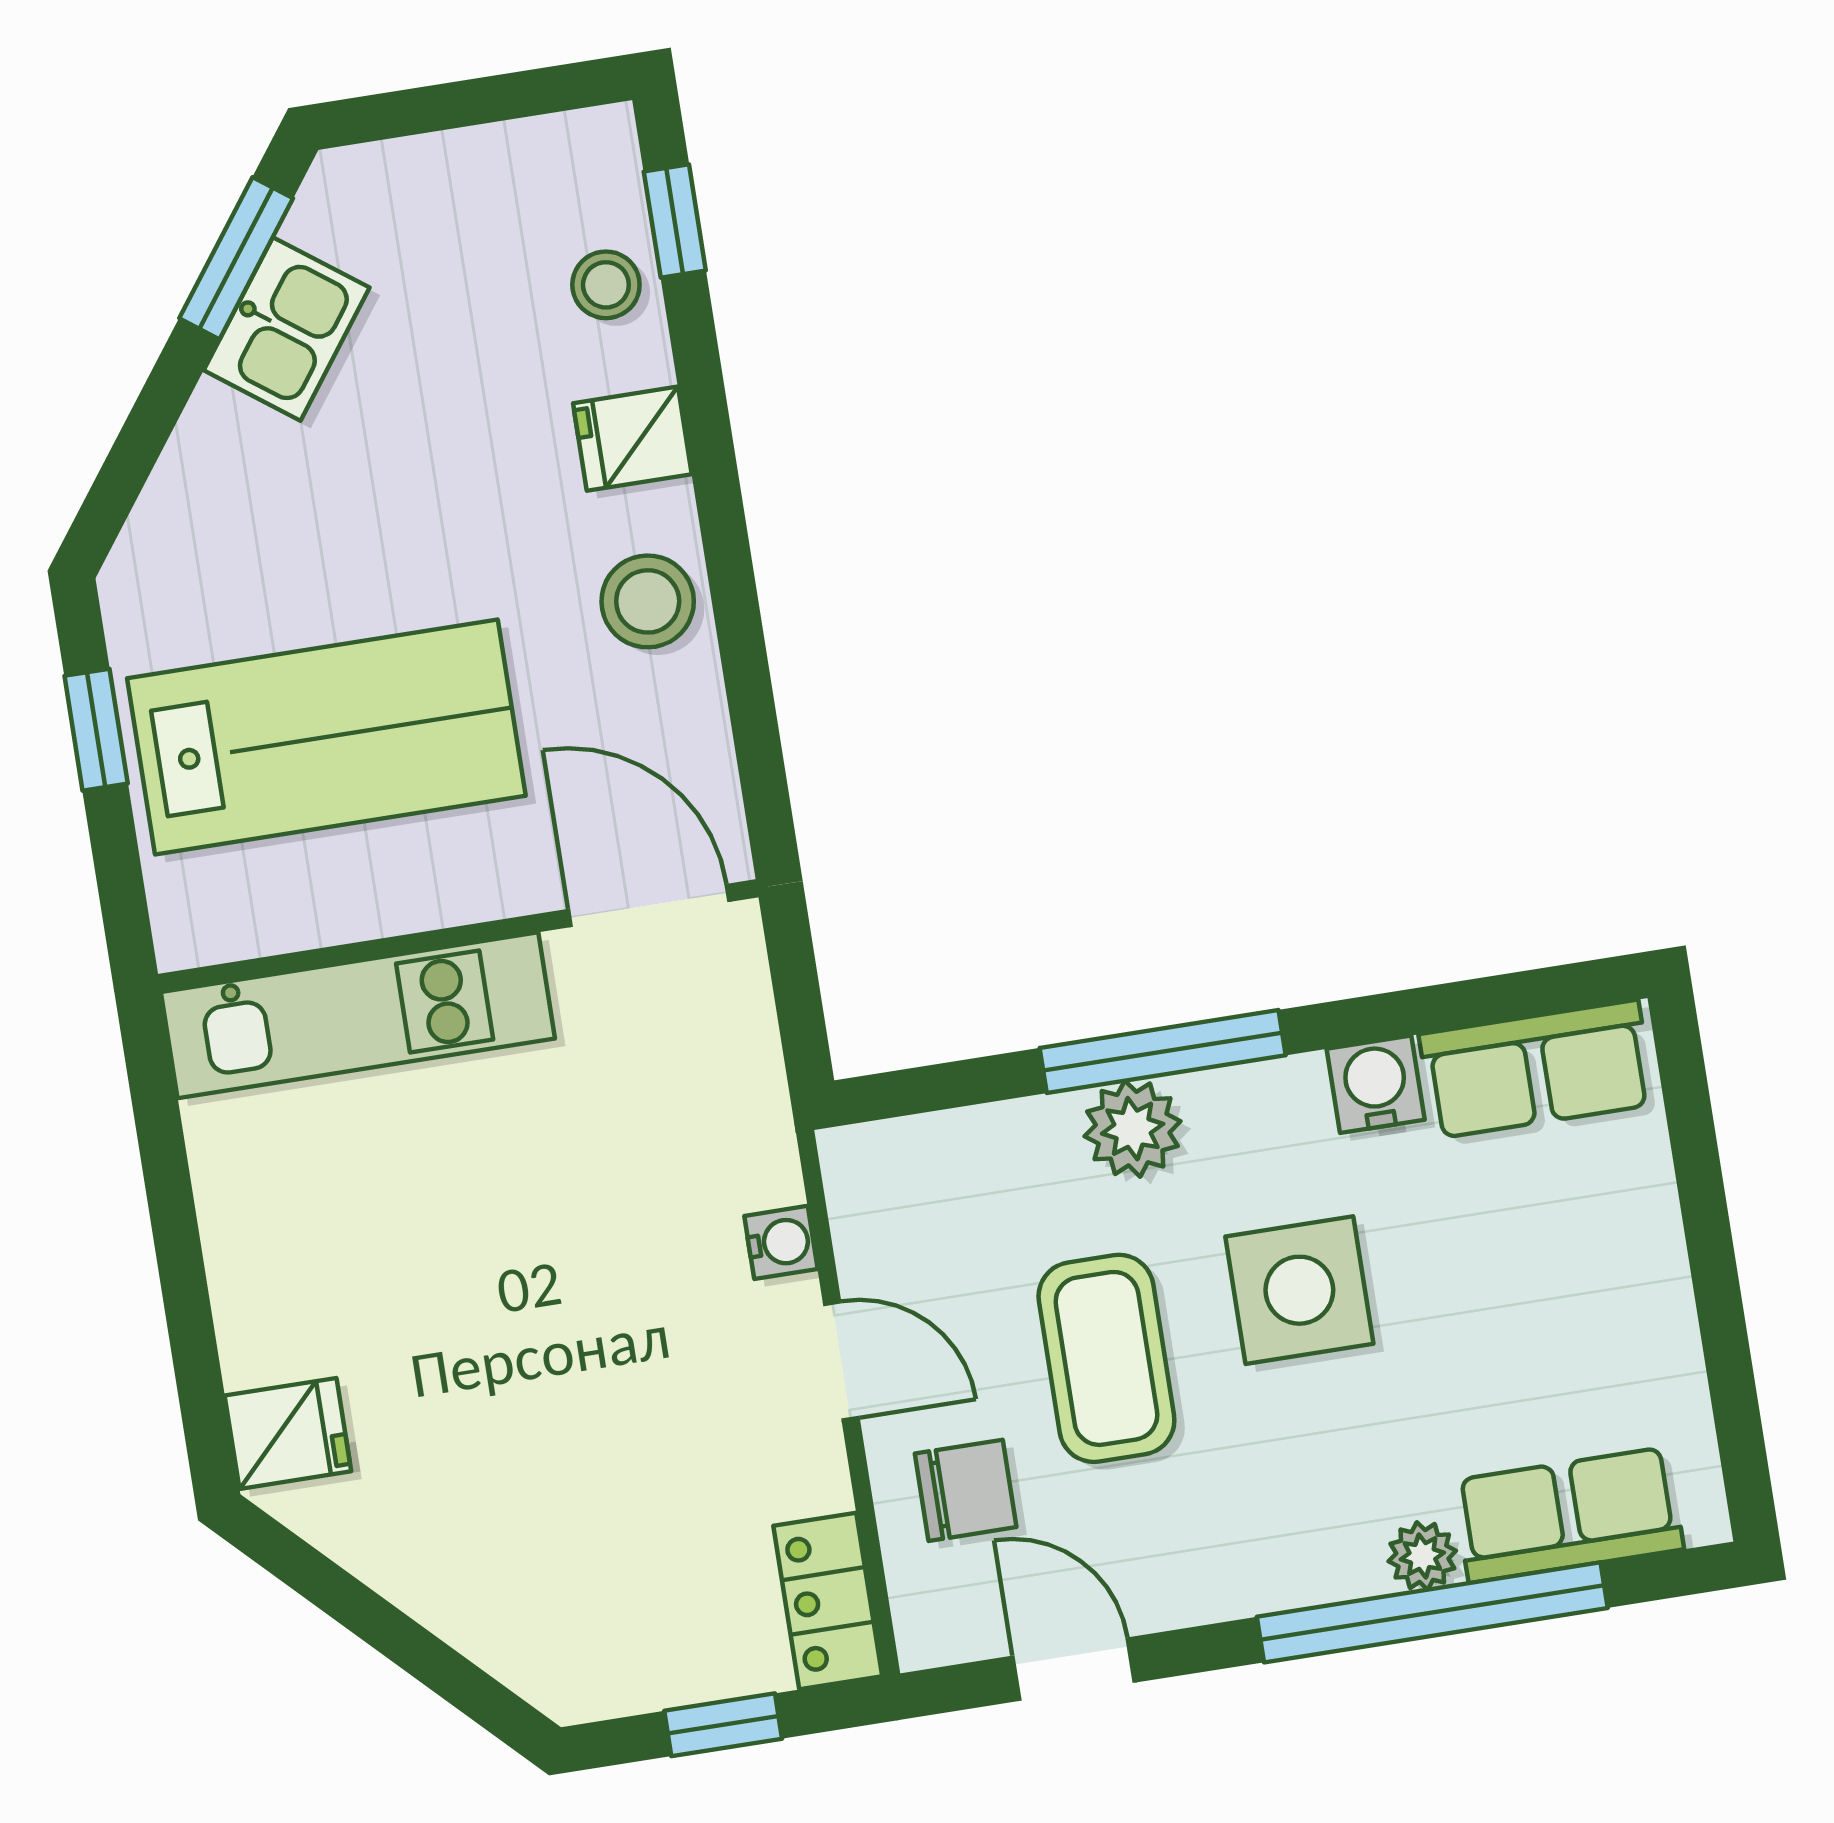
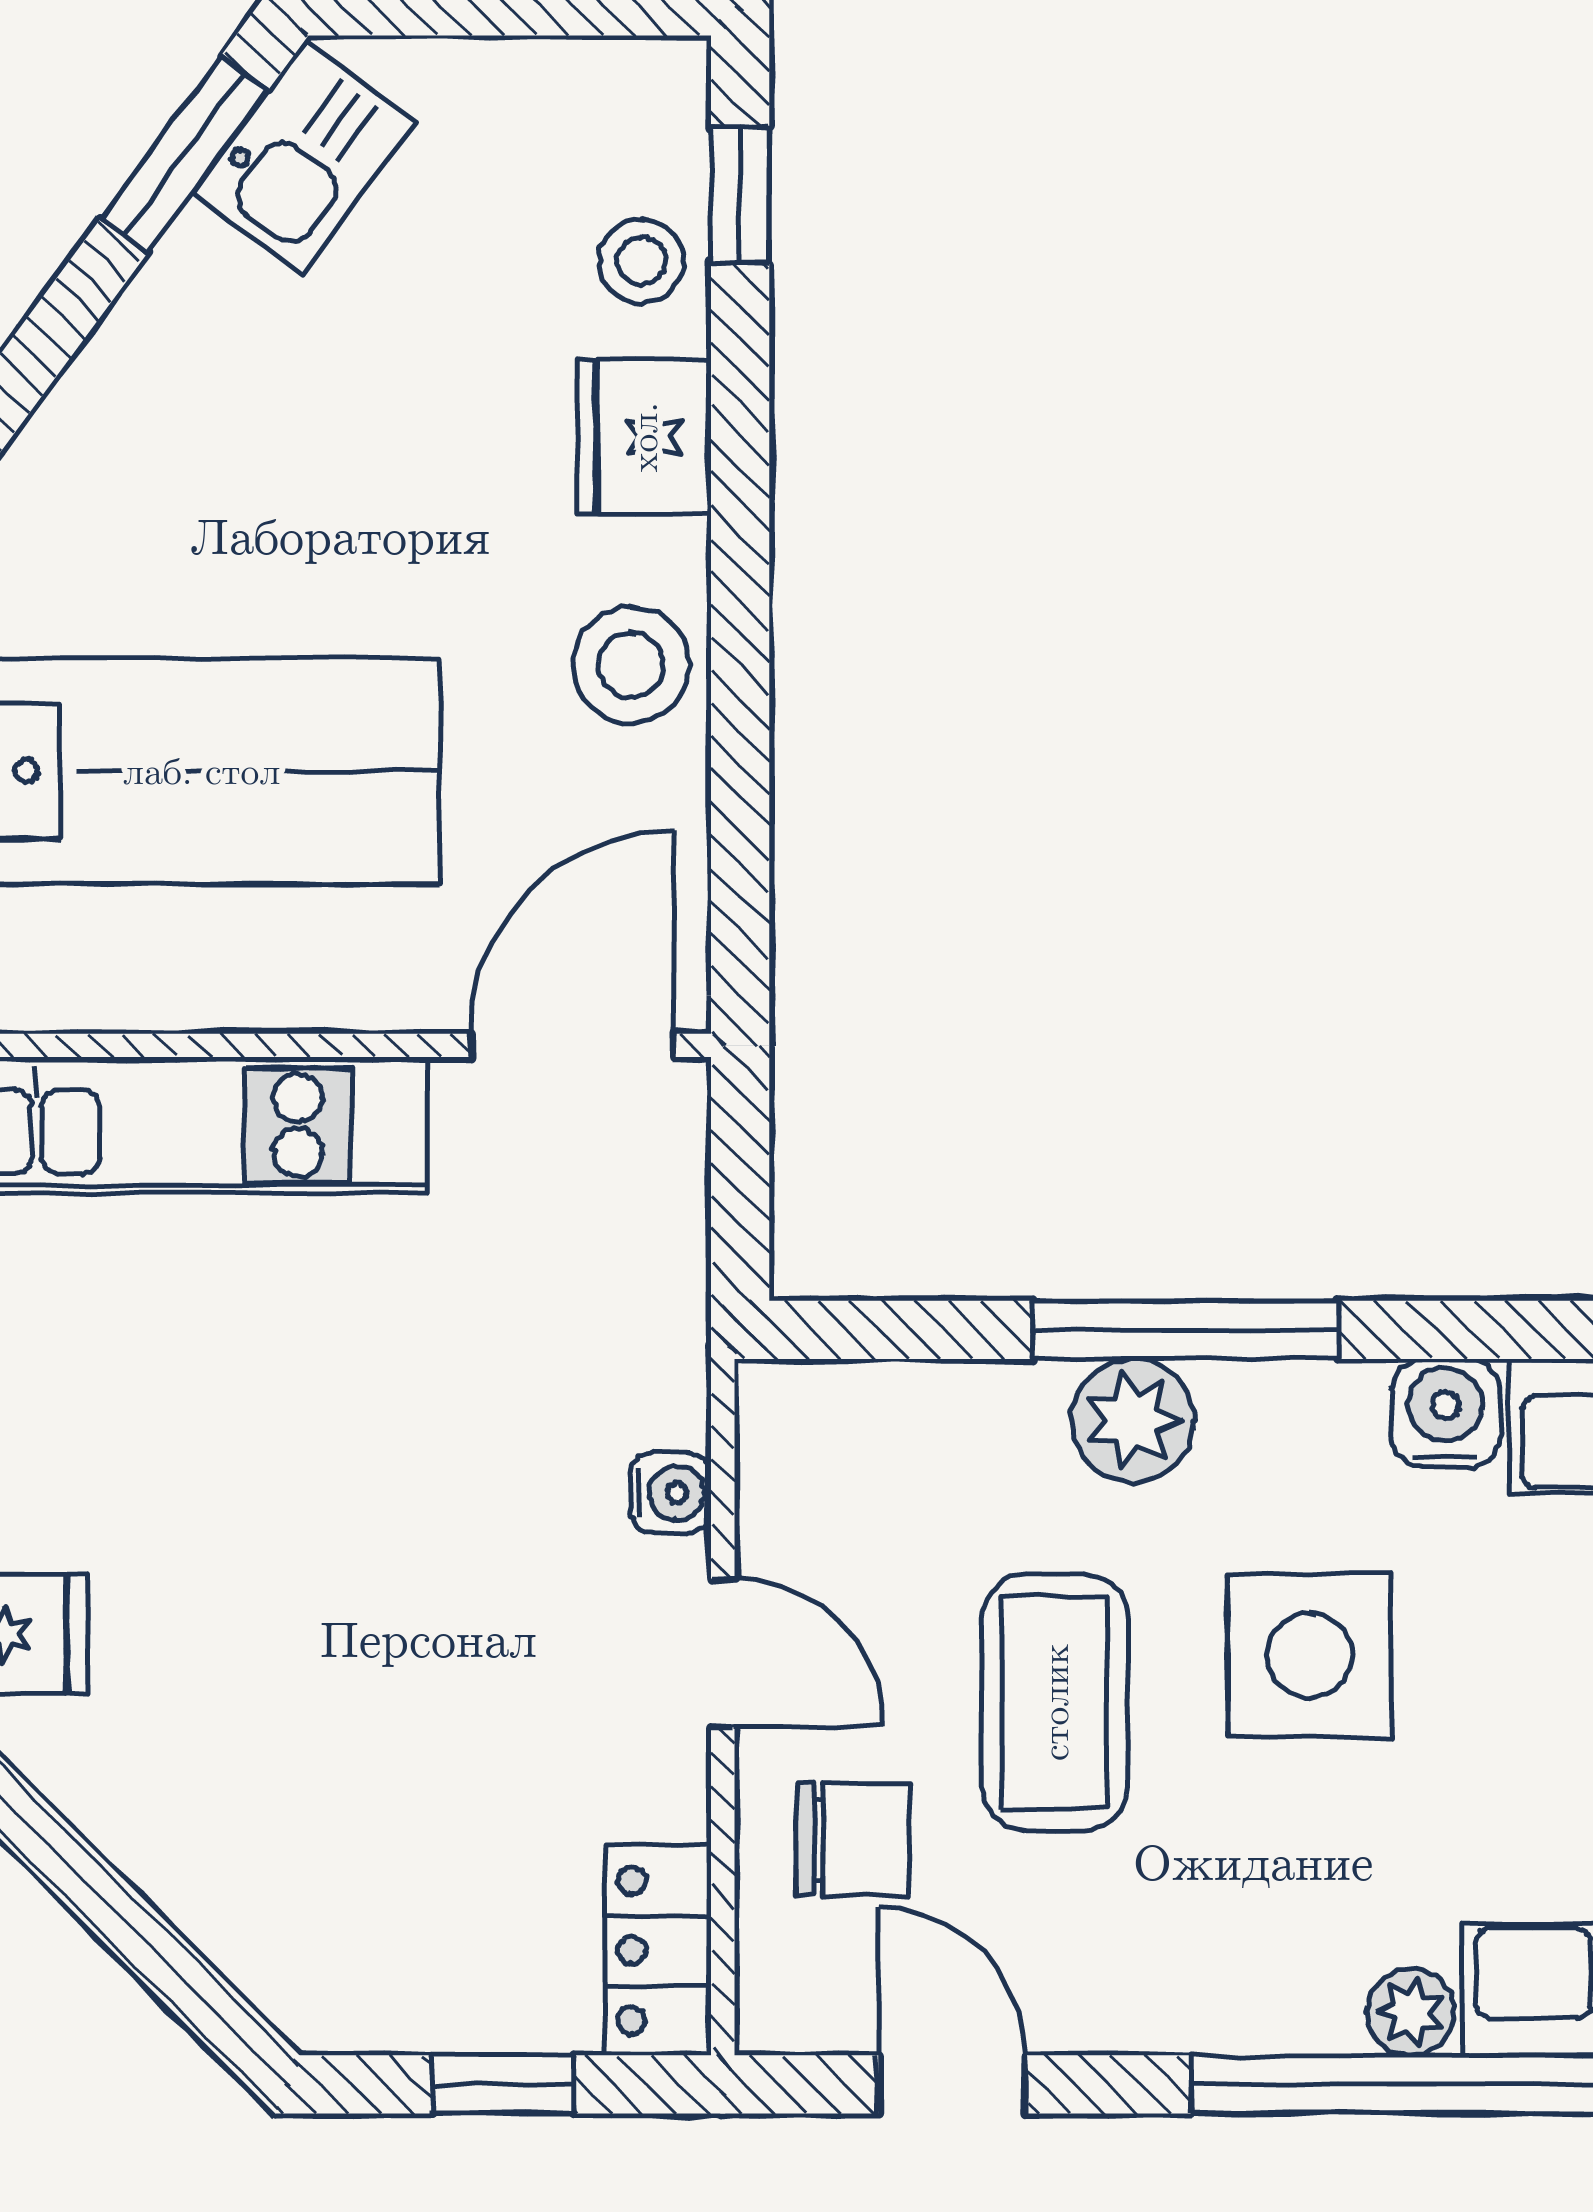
kitchen sink: (287, 329) -> (304, 158), moved
fridge: (632, 439) -> (644, 437), width x1.38
door: (649, 905) -> (572, 1045), hinge flipped

